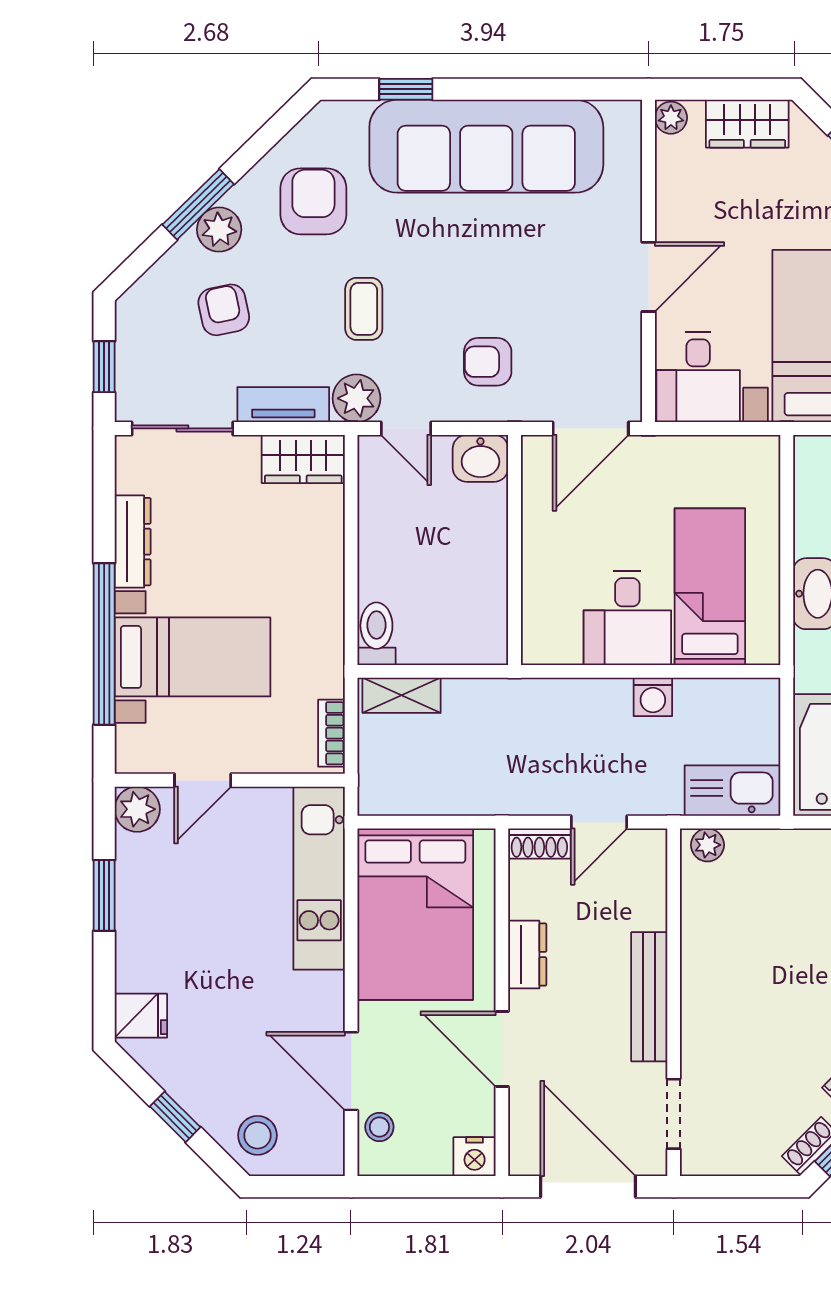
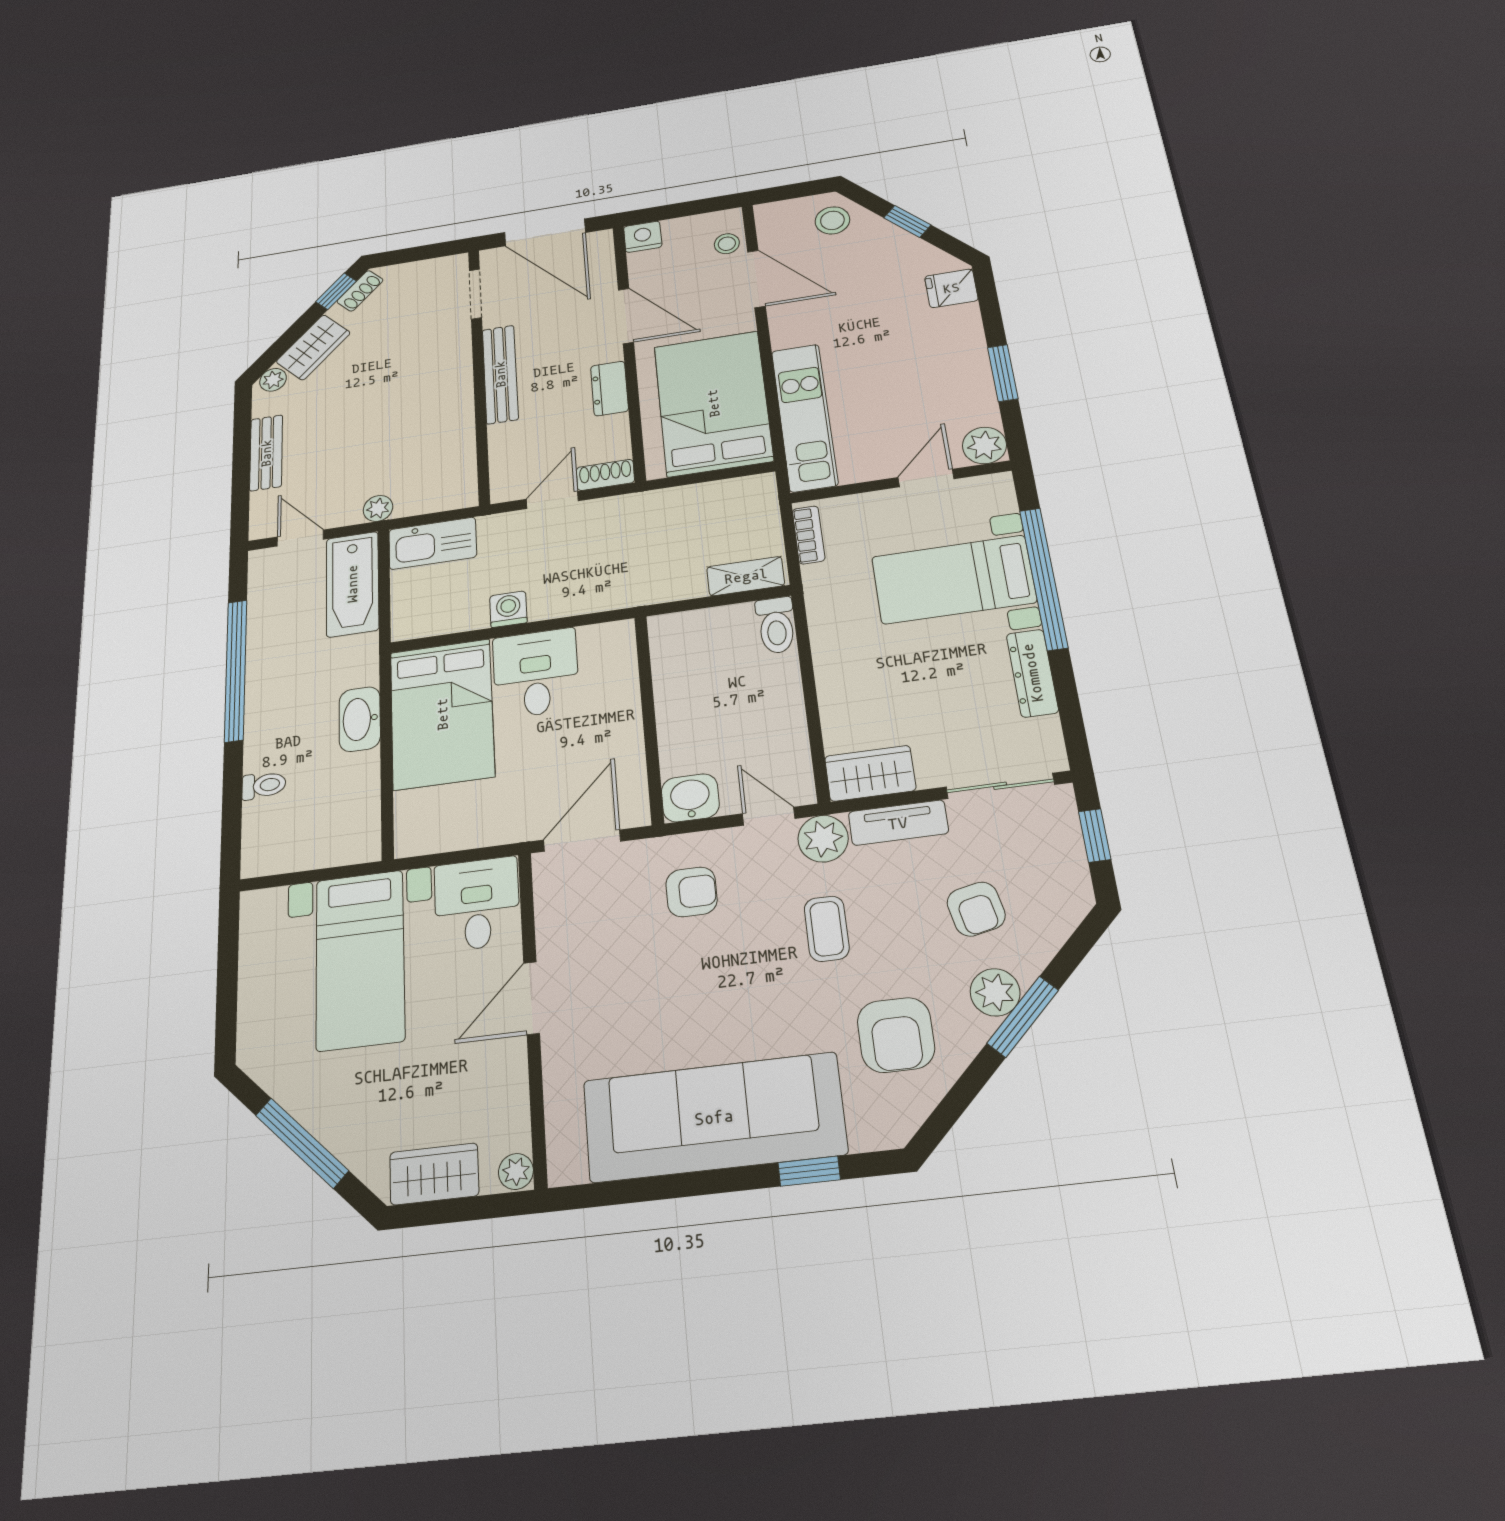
bed: (710, 587) -> (442, 714), width x1.50
plant: (707, 845) -> (378, 508), moved

